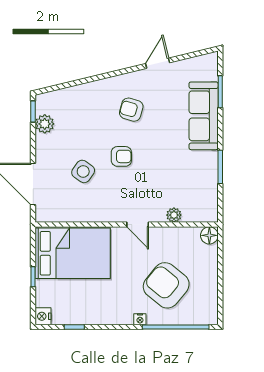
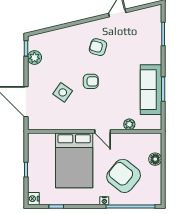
sofa: (204, 116) -> (151, 90), moved
floor lamp: (209, 235) -> (155, 159), moved
bed: (73, 253) -> (74, 160), moved, turned 90

